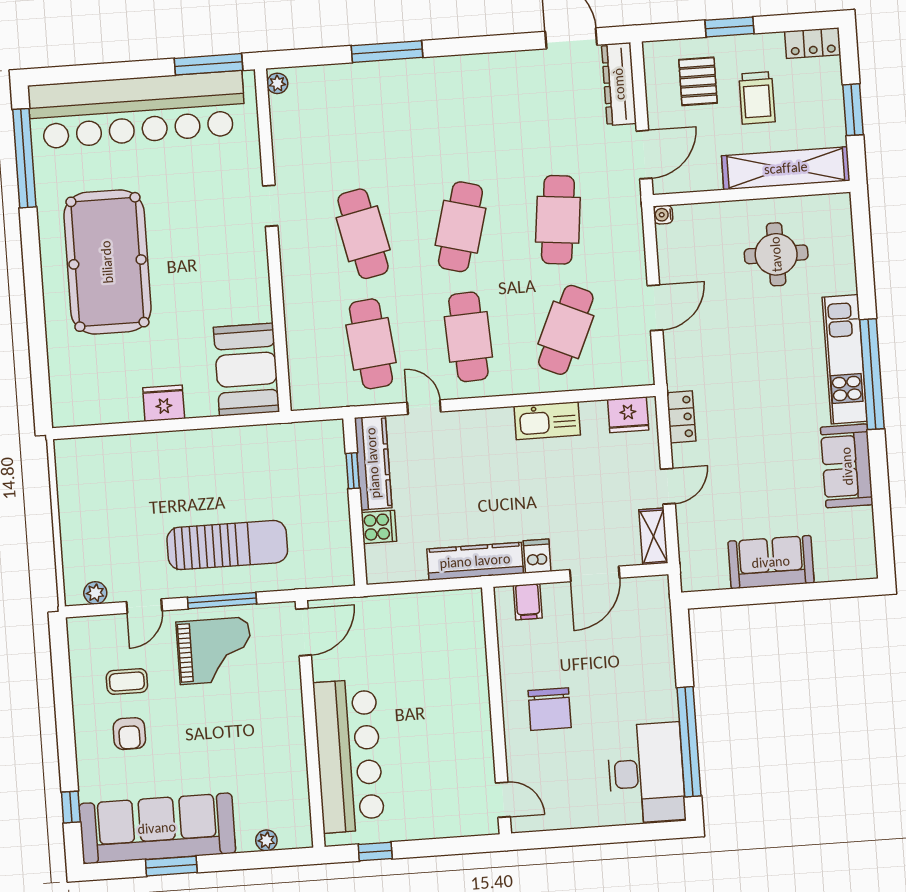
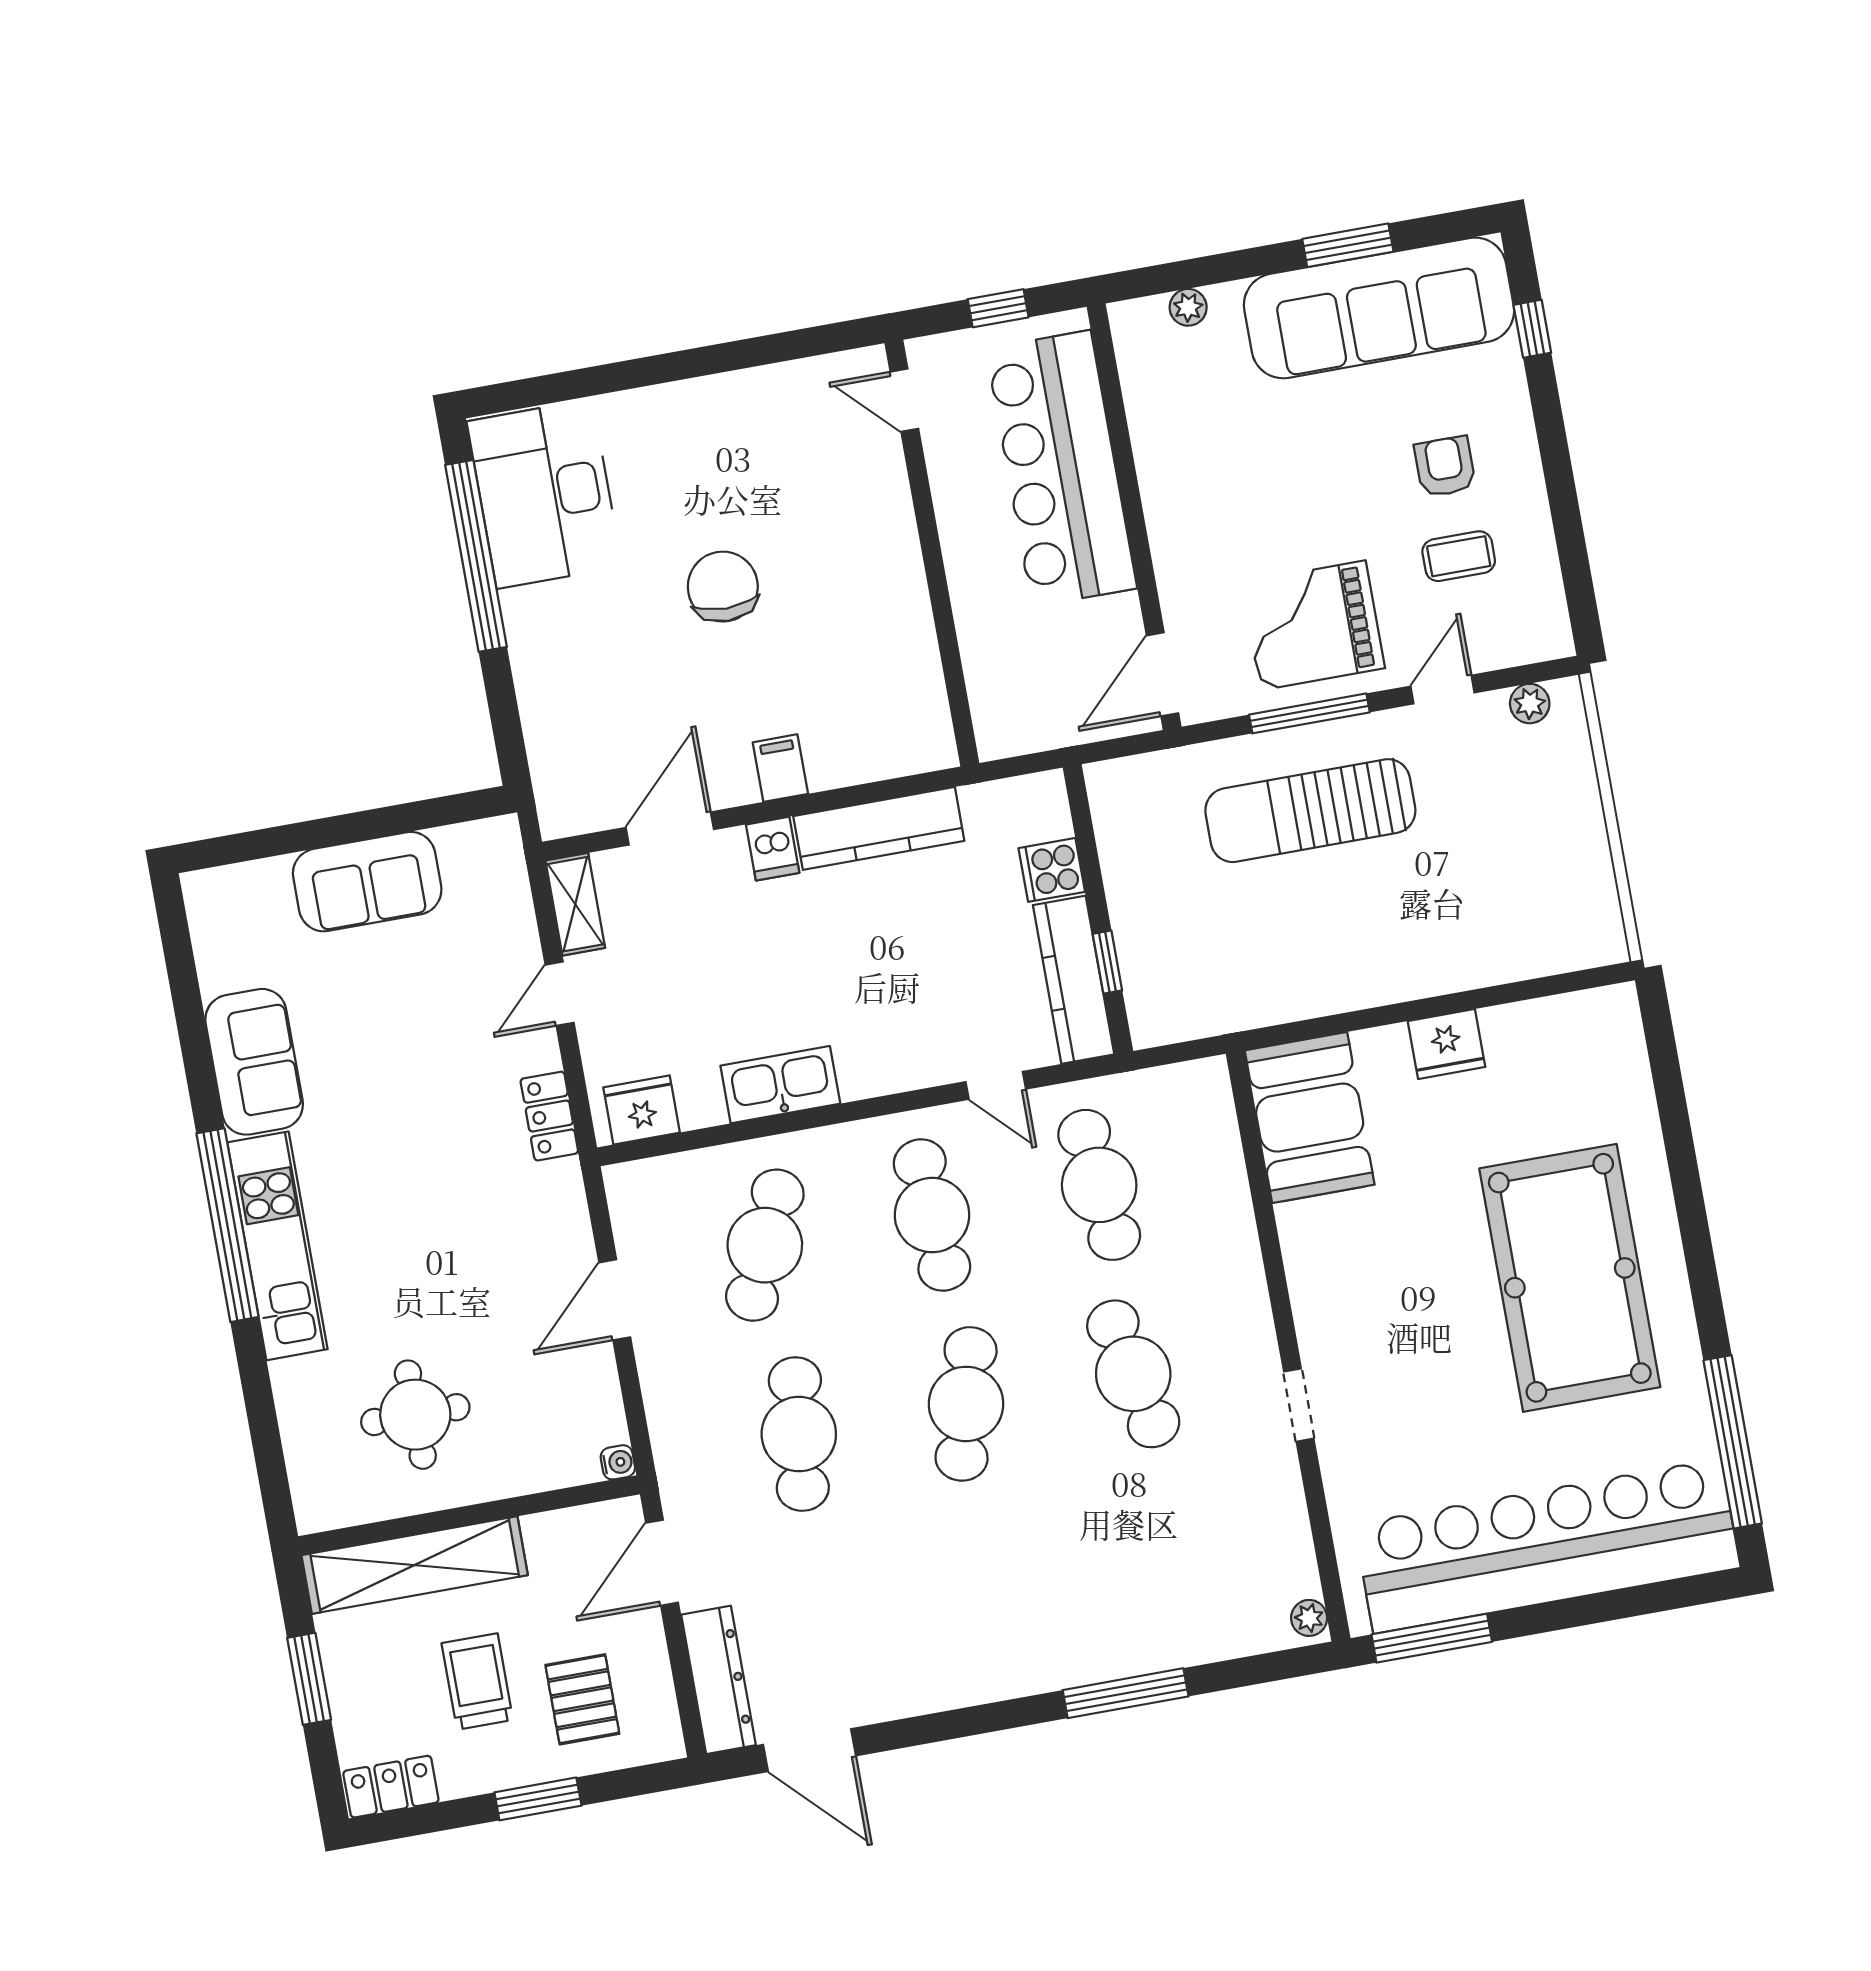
wall: (497, 710) -> (932, 553), moved
door: (503, 800) -> (904, 400), moved

